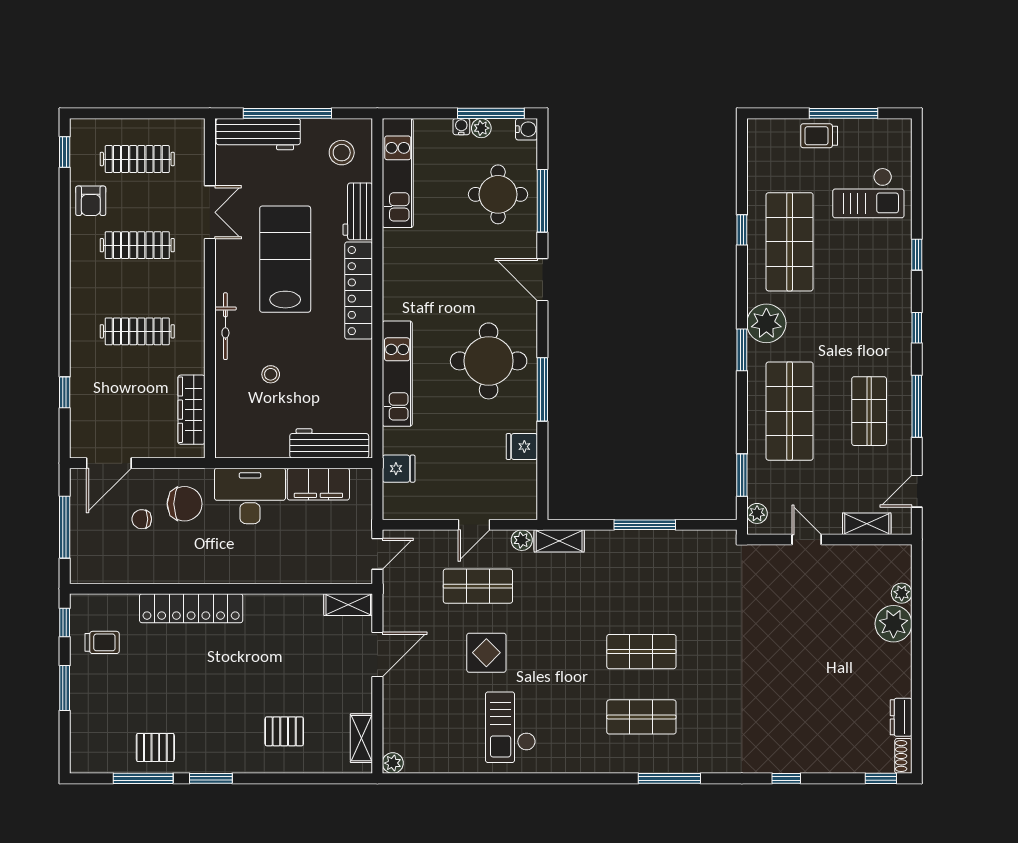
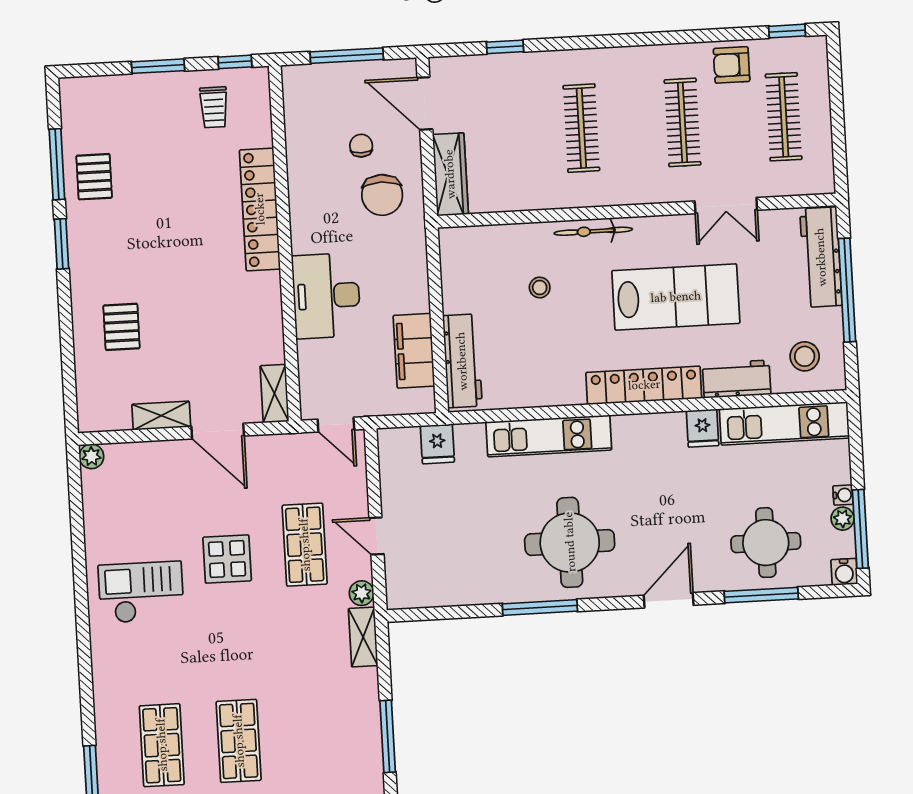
wardrobe: (192, 410) -> (450, 174), moved, turned 90
fridge: (522, 447) -> (703, 428), moved, turned 180
desk: (250, 496) -> (326, 296), moved, turned 180
shelving: (361, 738) -> (161, 416), moved

